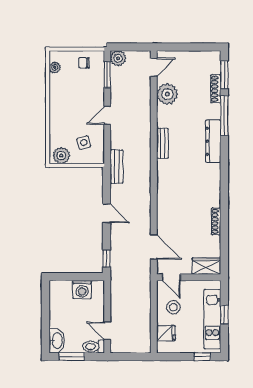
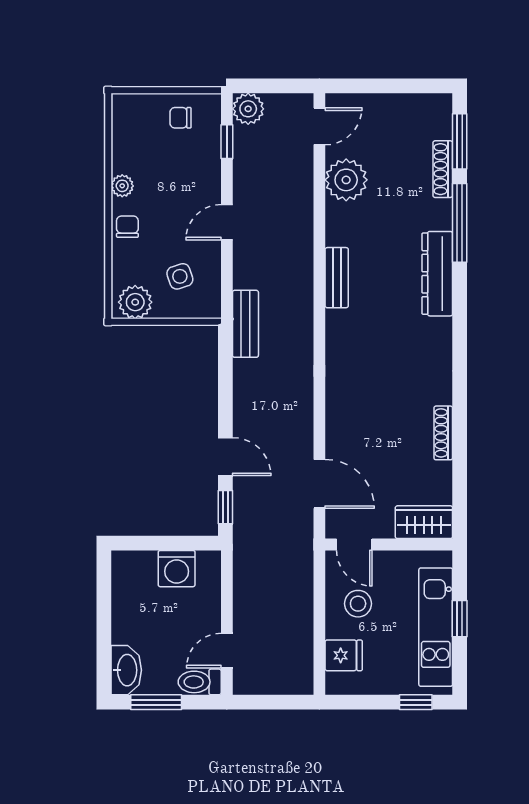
plant: (55, 68) -> (122, 186), moved
window: (107, 75) -> (227, 142), width x0.67
chair: (57, 118) -> (127, 227), added
door: (107, 213) -> (225, 457), moved
door: (107, 331) -> (227, 651), hinge flipped

